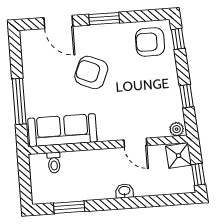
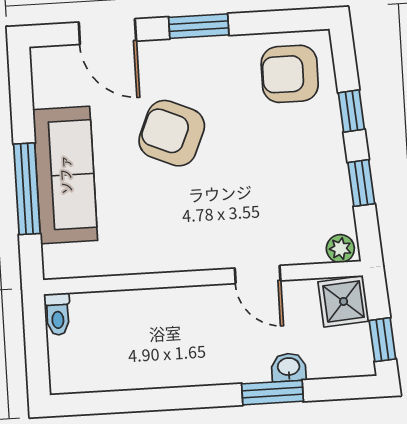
window: (178, 39) -> (351, 111), moved
sofa: (62, 130) -> (65, 175), moved, turned 90
toilet: (54, 163) -> (58, 314), moved
washbasin: (124, 191) -> (289, 367), moved
window: (69, 207) -> (272, 393), moved

